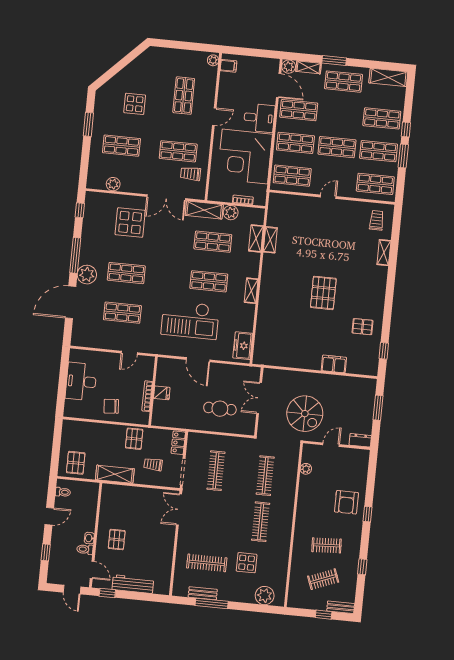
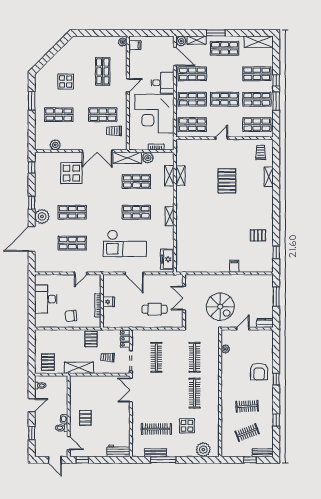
window: (75, 255) -> (32, 203), width x0.46
pallet: (323, 293) -> (227, 181), moved
filing cabinet: (334, 364) -> (234, 266), width x0.50
workbench: (133, 584) -> (118, 451), moved, width x0.73

